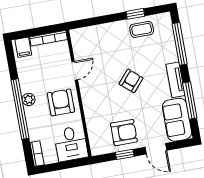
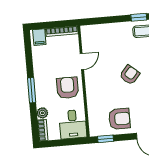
plant: (29, 99) -> (42, 113), moved
window: (20, 109) -> (32, 90), width x0.47
window: (125, 154) -> (106, 139), moved

